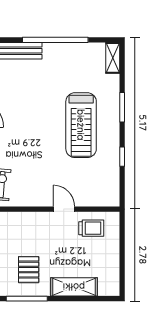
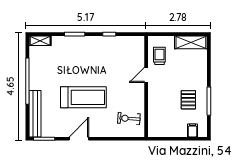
treadmill: (81, 125) -> (83, 97), moved
pallet: (29, 270) -> (188, 100), turned 90
shelving: (74, 287) -> (191, 42), moved, turned 90

